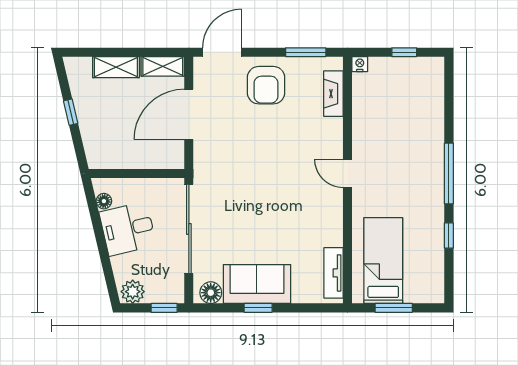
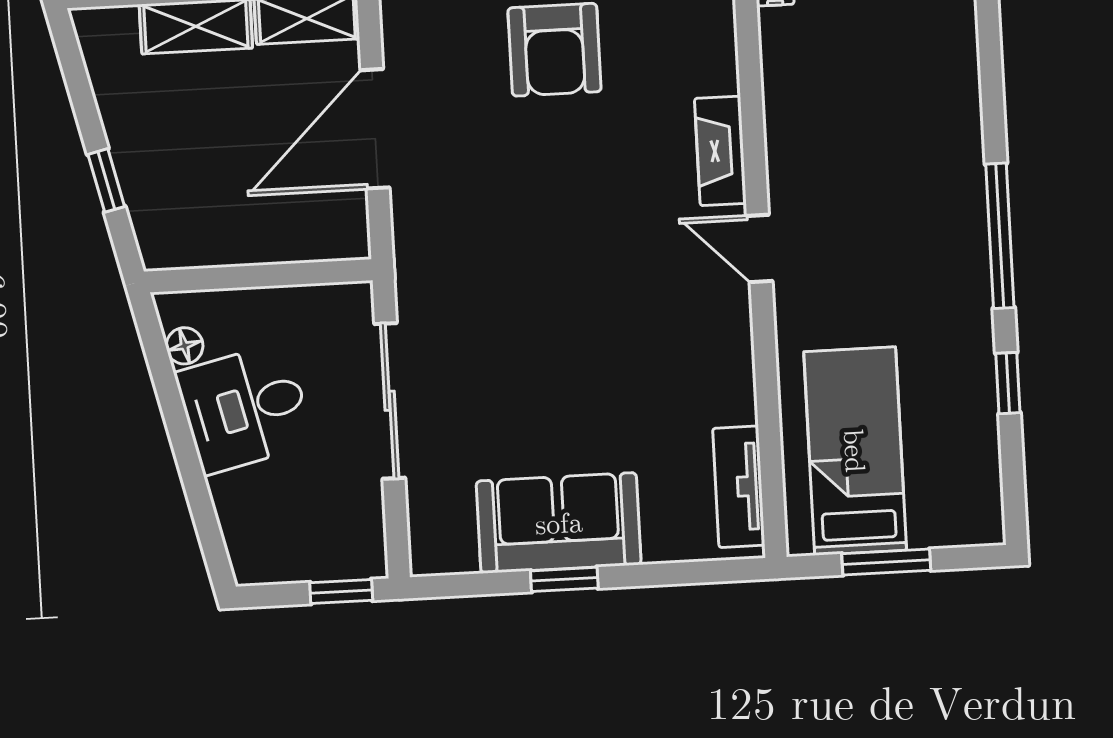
fireplace: (333, 94) -> (720, 151), moved
window: (71, 112) -> (106, 180), moved
sliding door: (189, 229) -> (390, 401), width x0.73
plant: (133, 292) -> (265, 557), removed
floor lamp: (211, 293) -> (450, 549), removed

